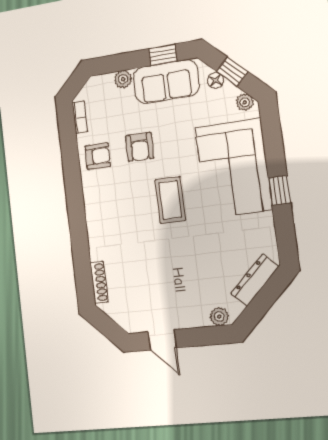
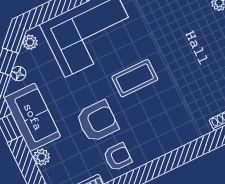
armchair: (140, 147) -> (97, 121), width x1.38, depth x1.38
armchair: (98, 156) -> (118, 157), turned 90

